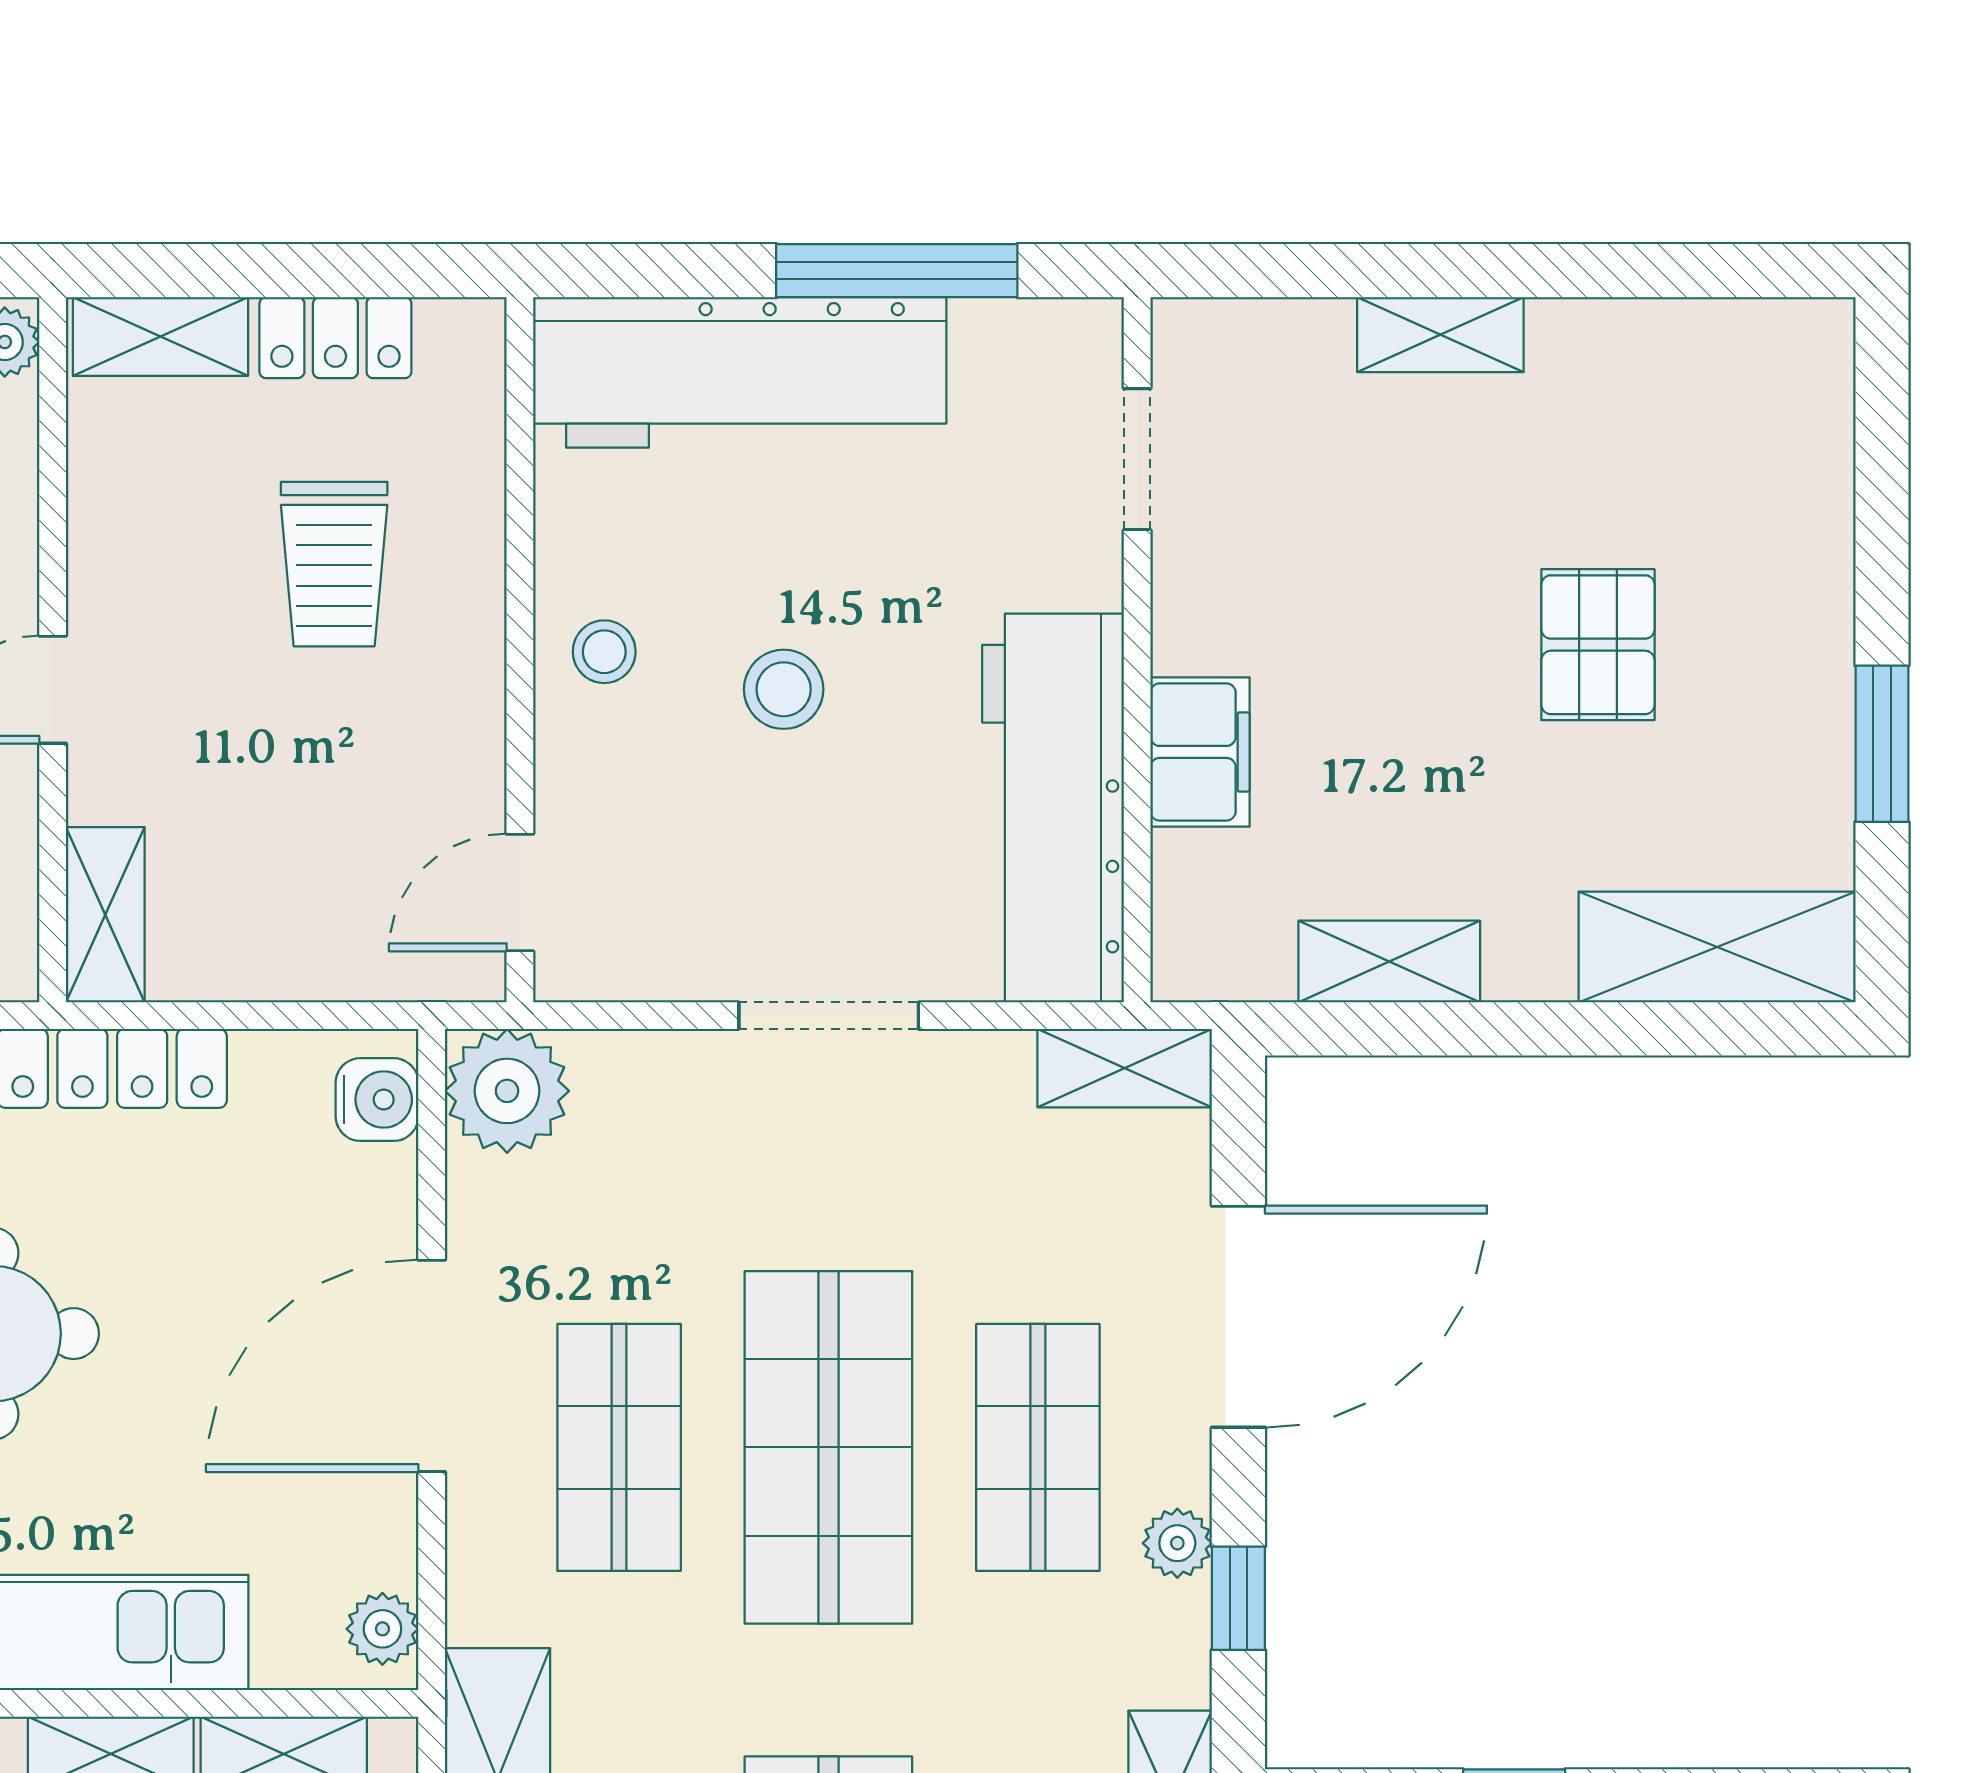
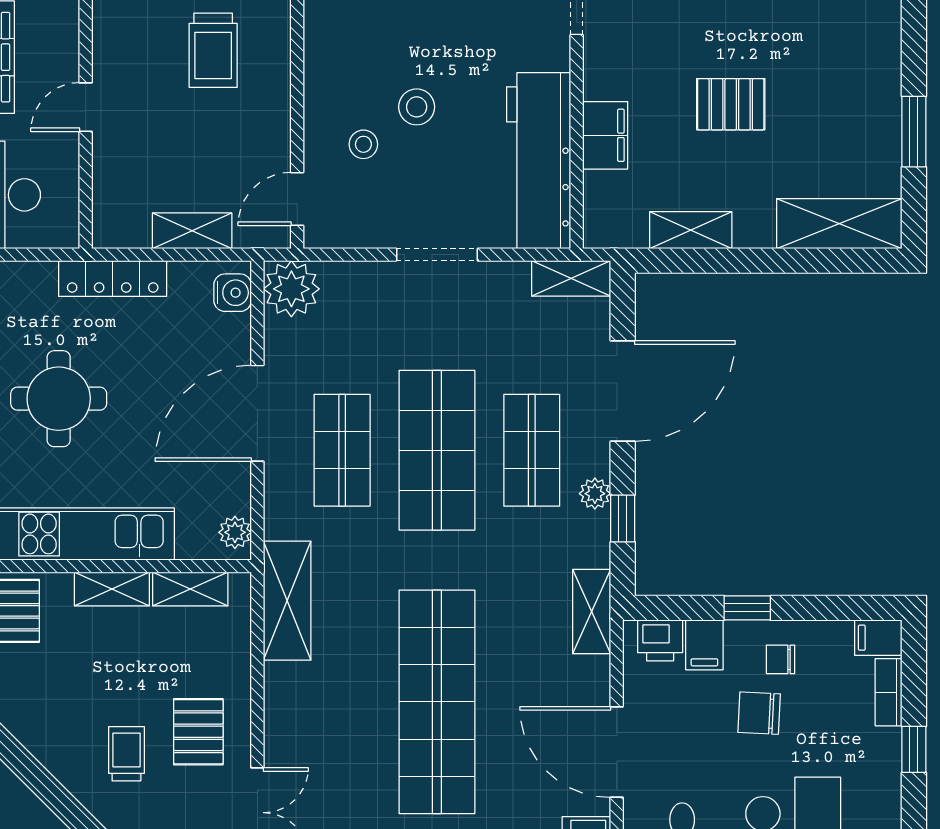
pallet: (1598, 645) -> (731, 104), moved, turned 90
stool: (604, 652) -> (363, 144), moved
shelving: (105, 915) -> (192, 231), moved, turned 90

